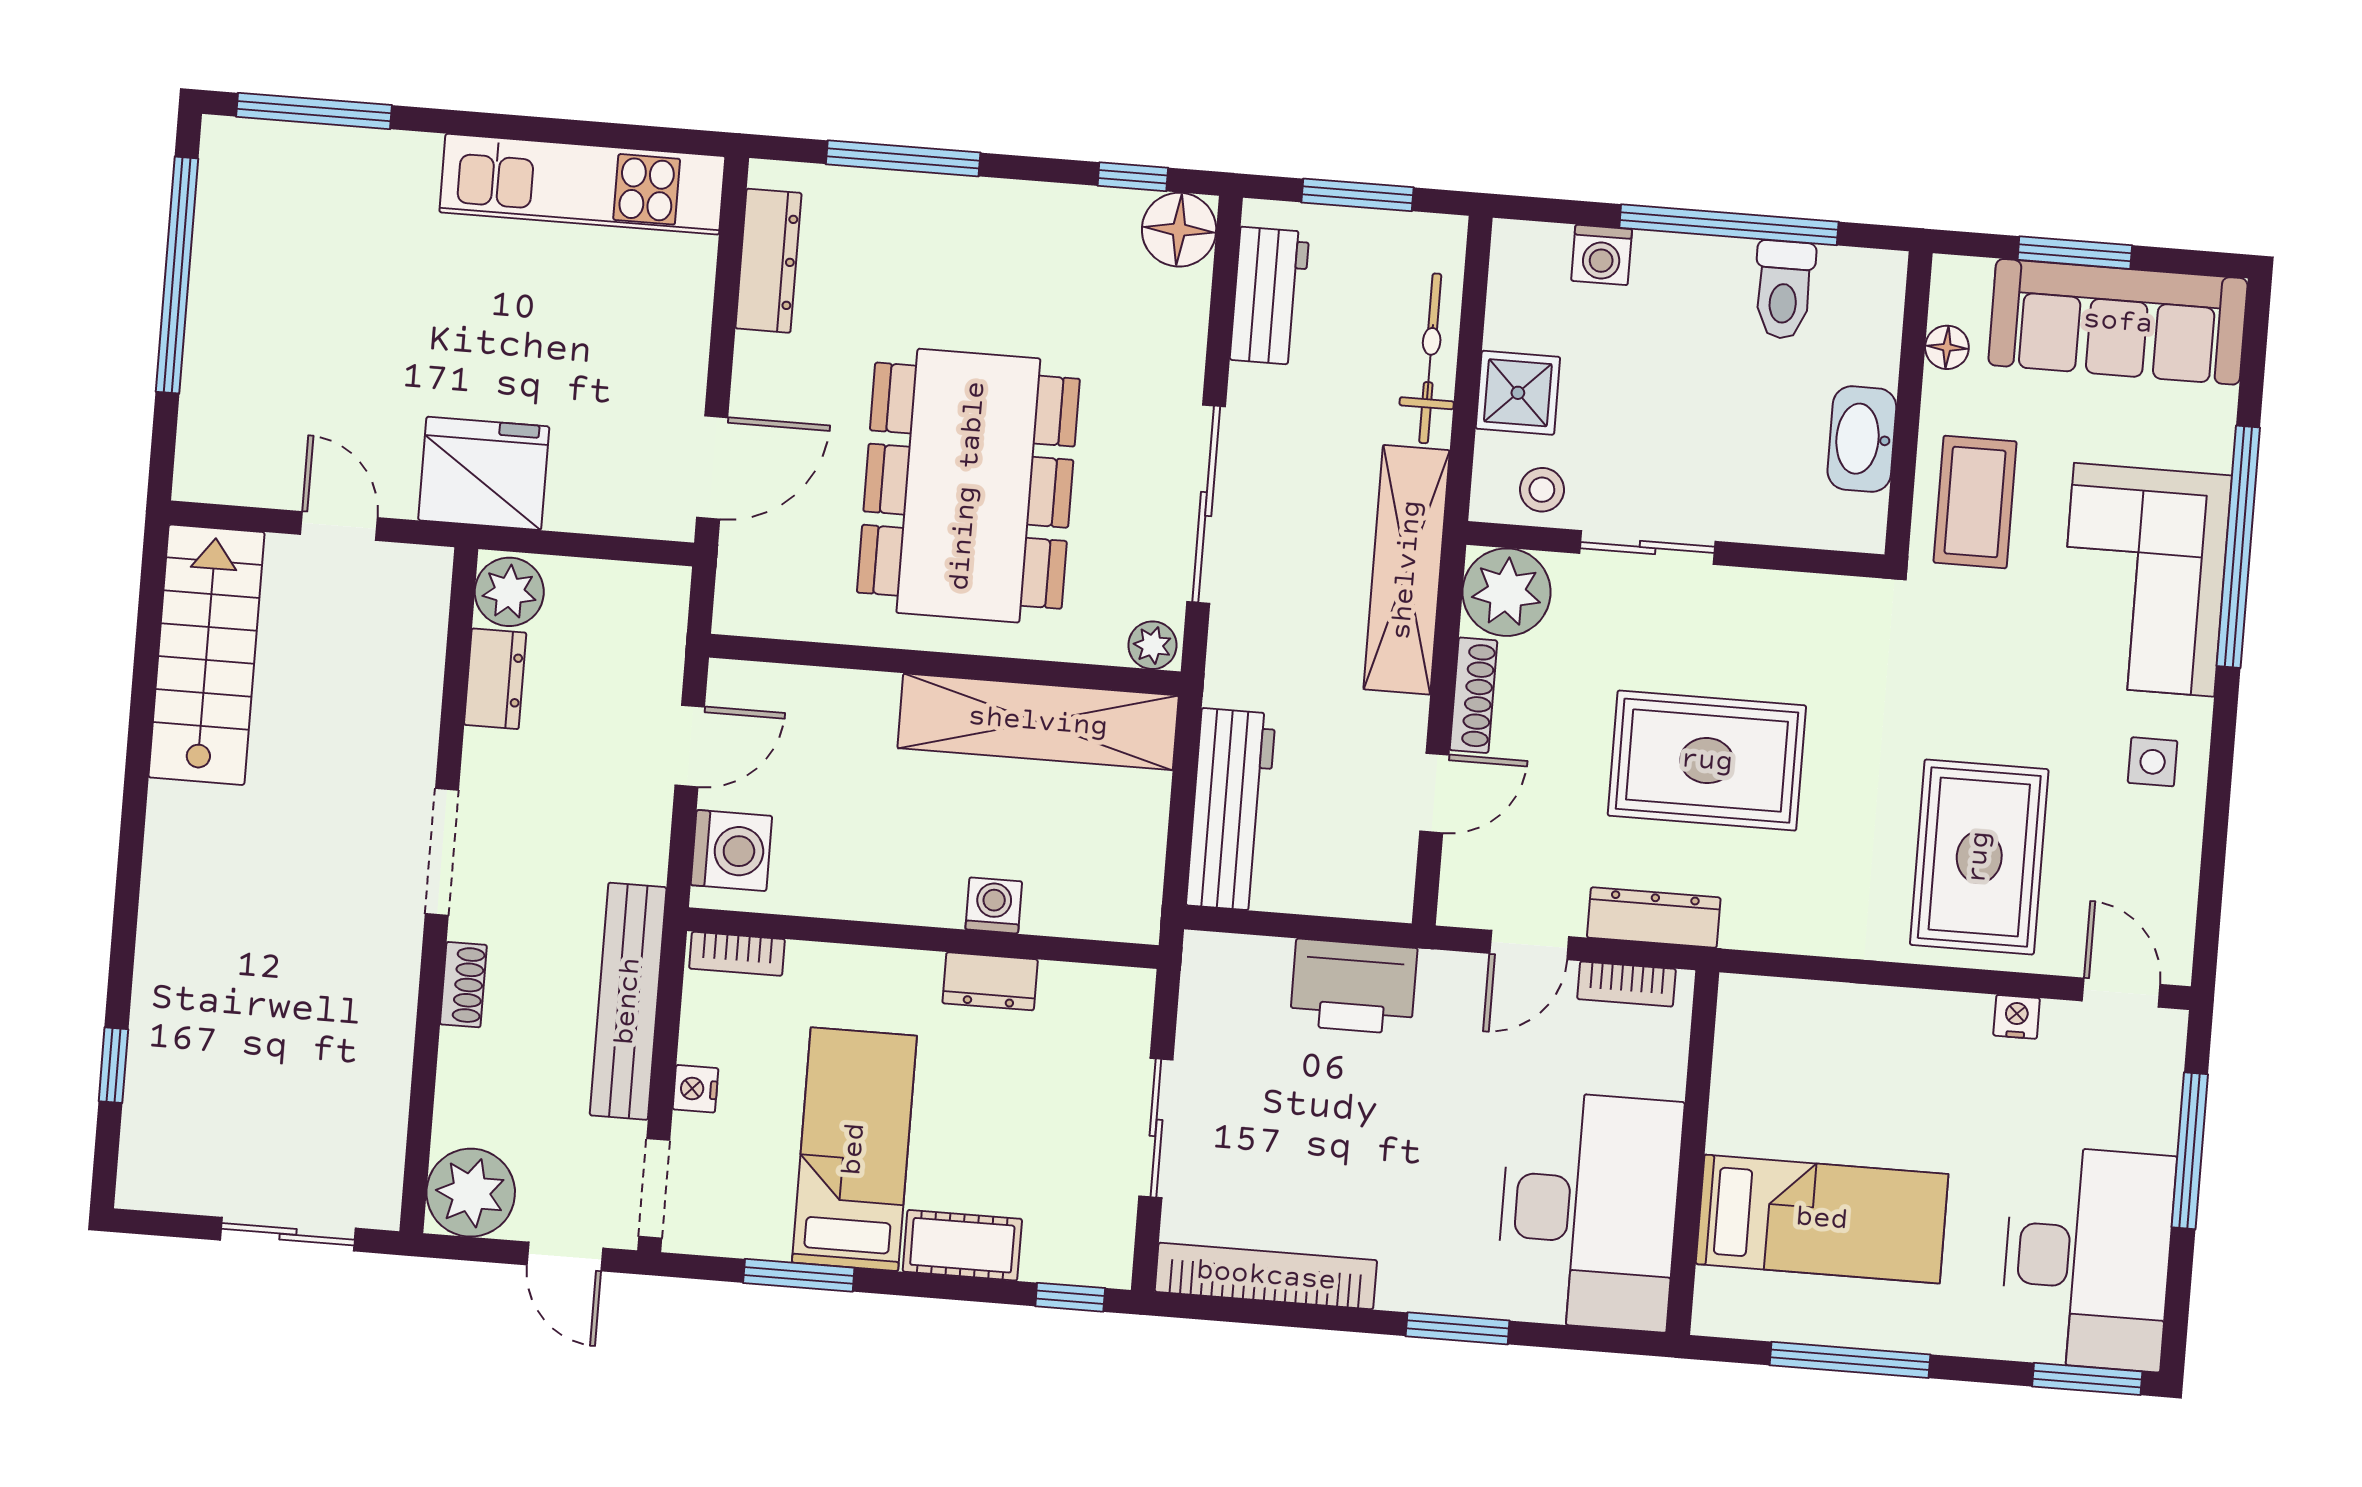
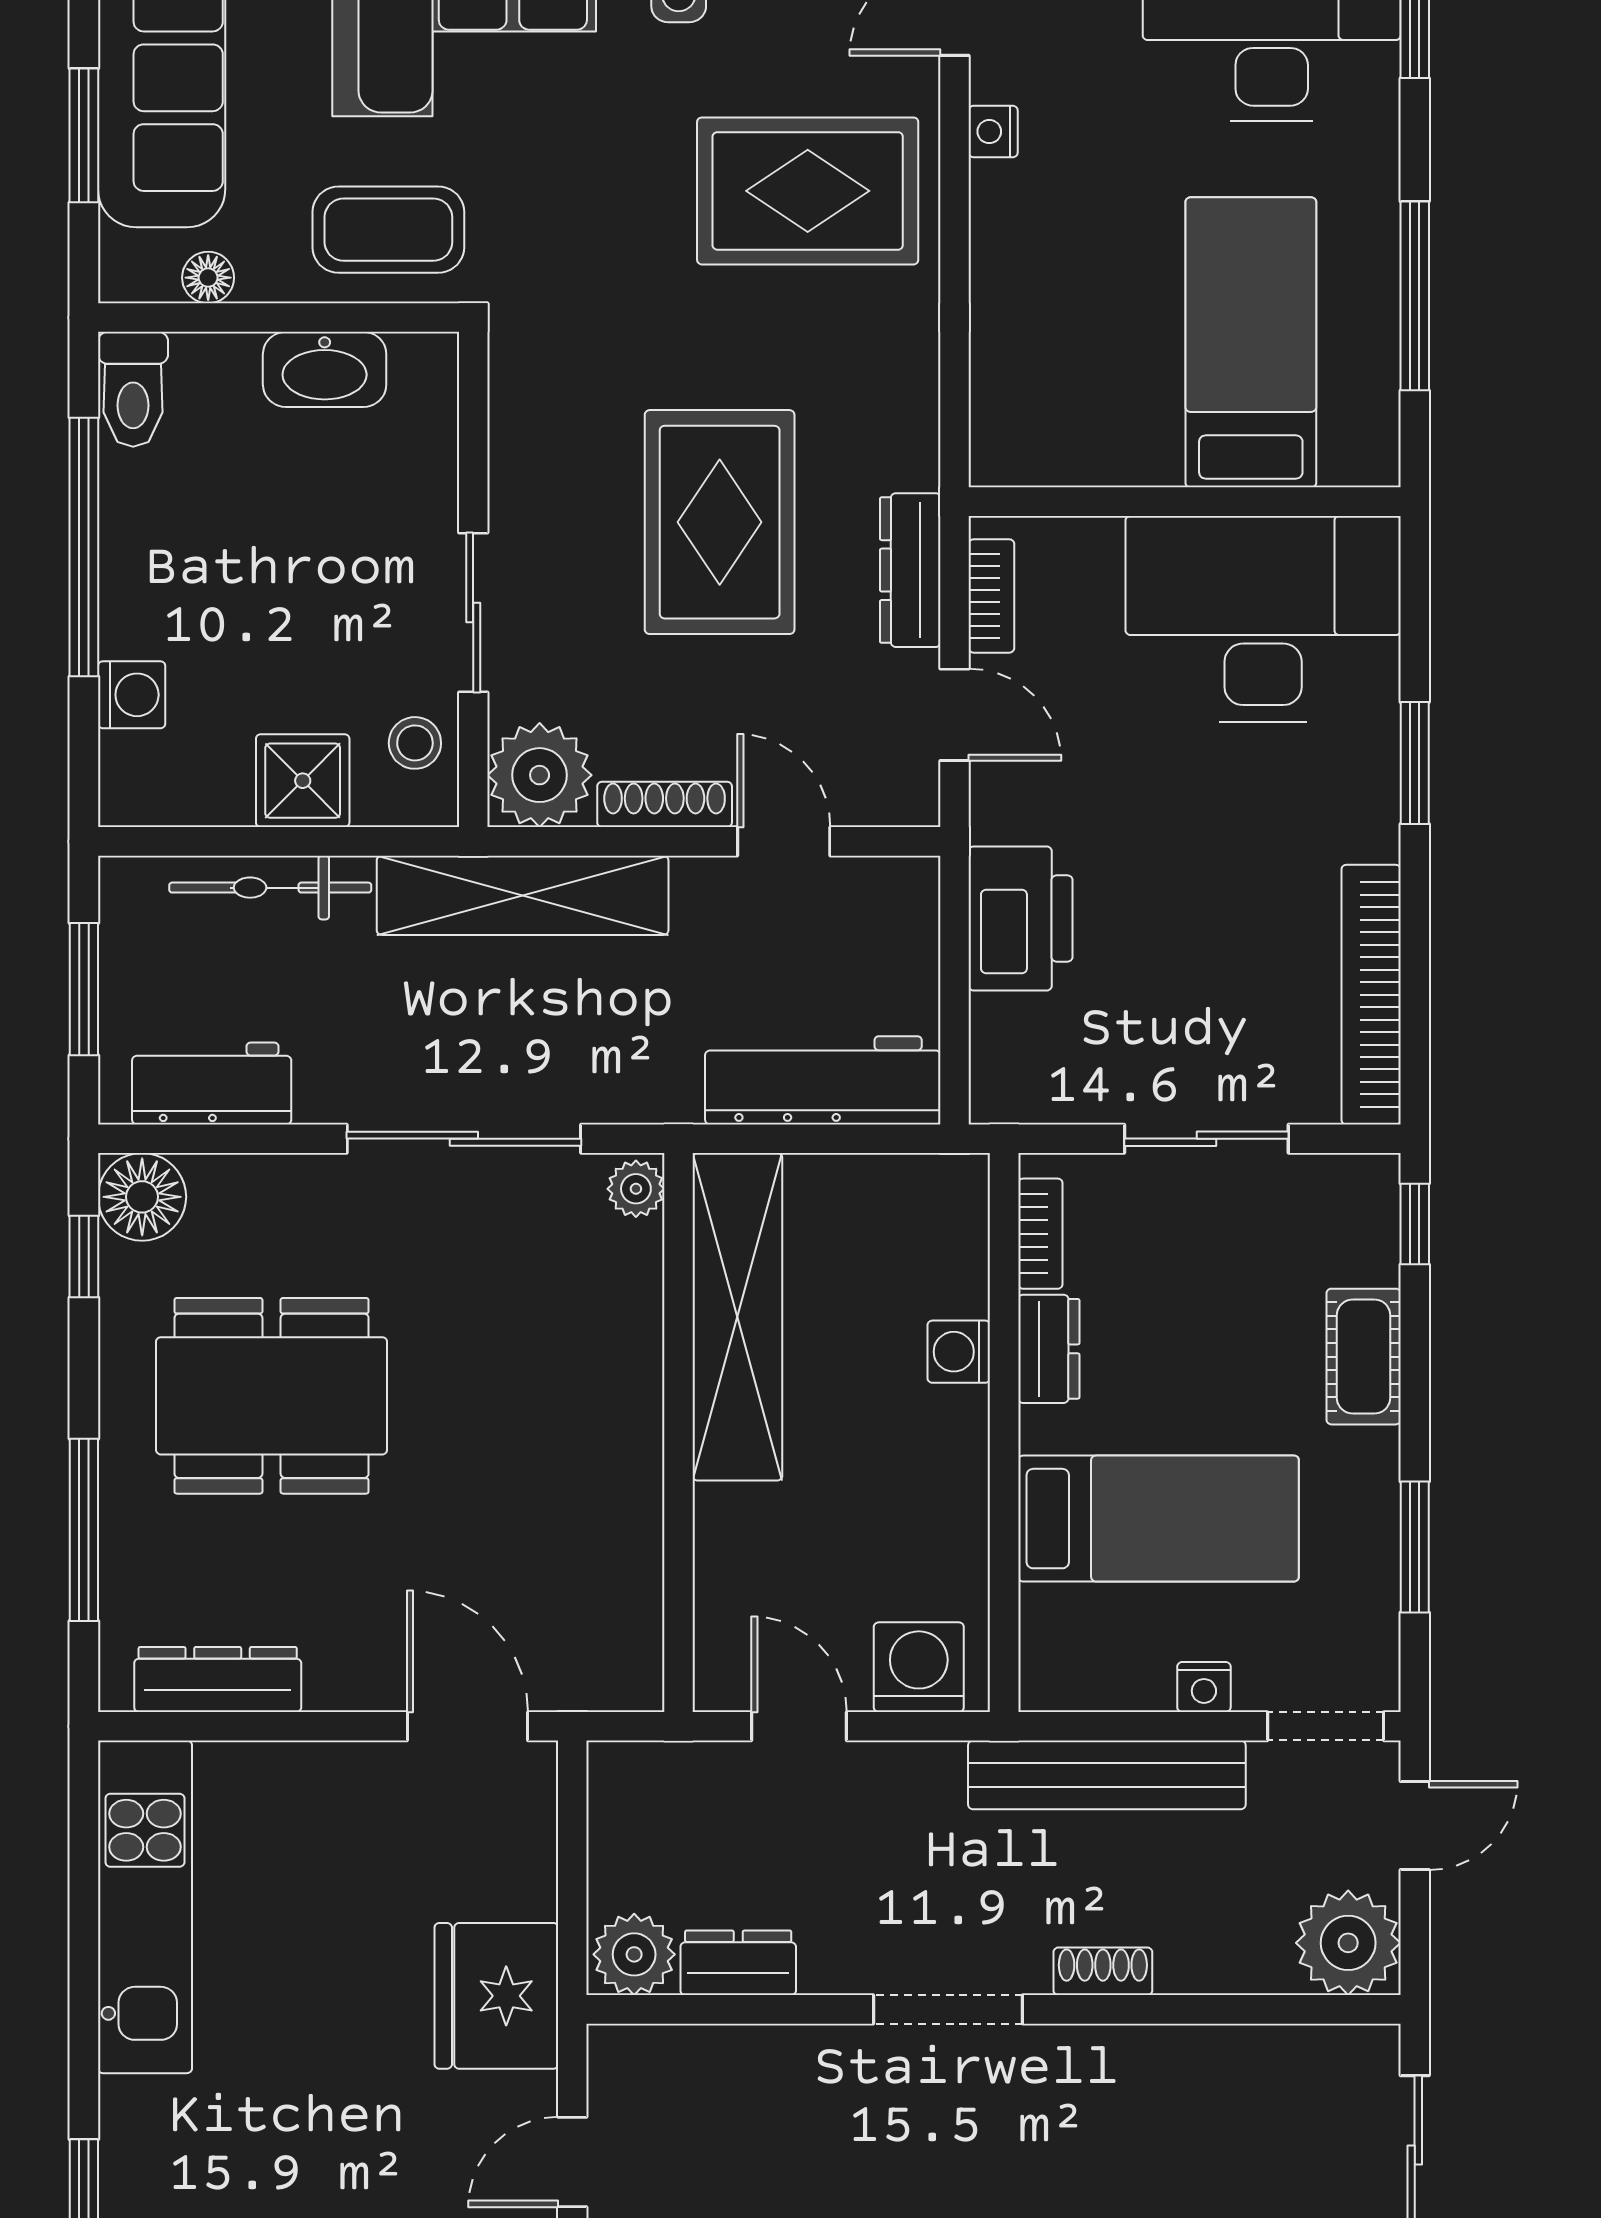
toilet: (1784, 290) -> (133, 389), moved, turned 90
dining table: (968, 486) -> (272, 1396), moved, width x0.73, depth x0.80
bookcase: (737, 954) -> (1040, 1234), moved
bed: (854, 1149) -> (1159, 1519), moved, turned 180

